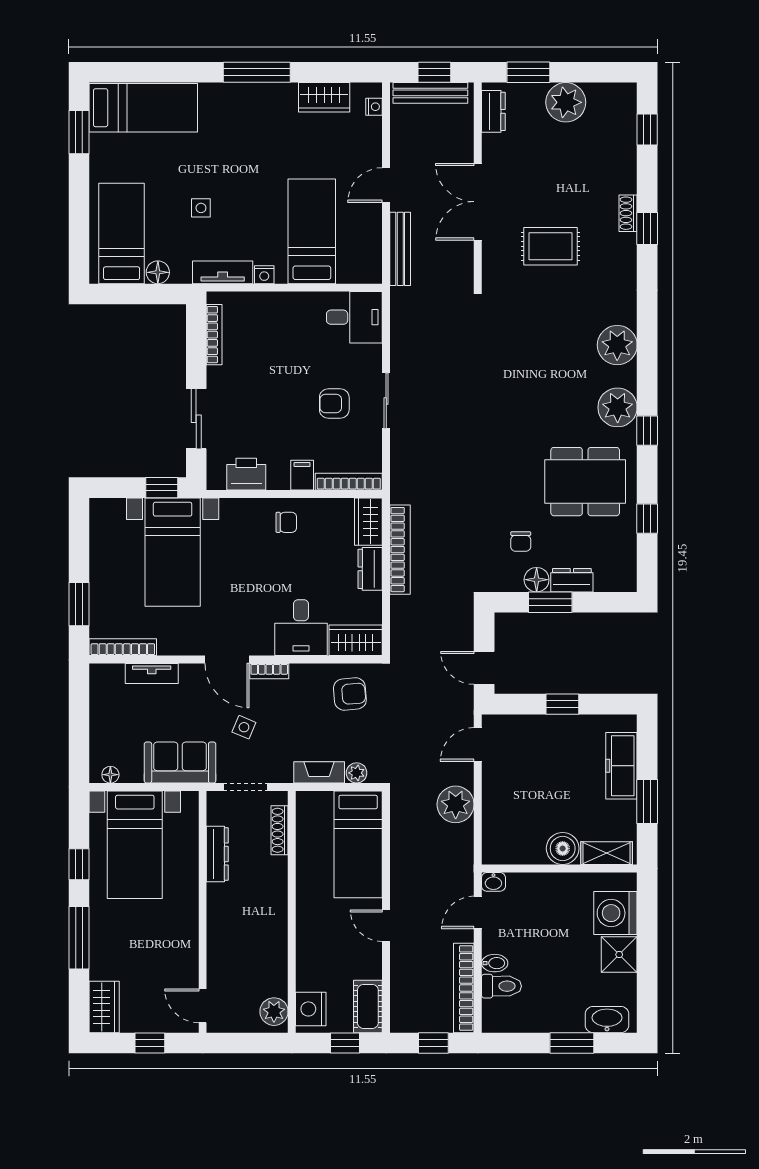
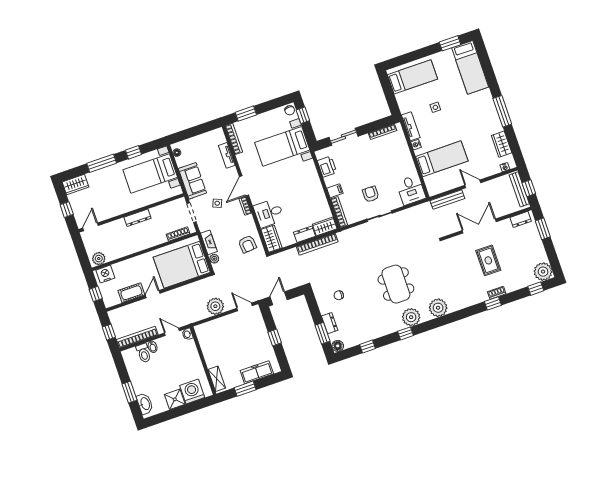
plant: (566, 102) -> (543, 272), moved
rug: (551, 246) -> (488, 260), moved
floor lamp: (158, 272) -> (401, 98), removed
dining table: (585, 482) -> (396, 284), moved
window: (162, 488) -> (303, 115), moved
chair: (286, 522) -> (290, 110), moved
floor lamp: (537, 580) -> (338, 346), moved
window: (550, 602) -> (322, 333), moved
bed: (358, 844) -> (182, 265), width x1.50
boiler: (563, 848) -> (212, 359), removed
dresser: (217, 854) -> (137, 218), moved
cot: (368, 1006) -> (131, 293), moved

